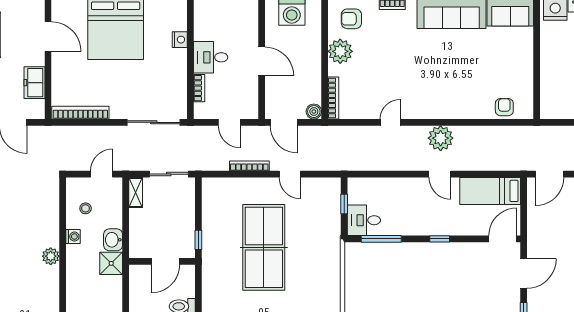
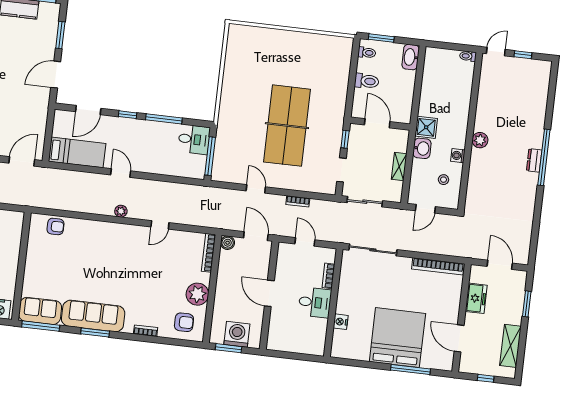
armchair: (504, 107) -> (55, 226), turned -90
plant: (441, 138) -> (121, 211), width x0.53, depth x0.53
bookcase: (249, 166) -> (298, 201), width x0.64
shelving: (136, 192) -> (399, 167), moved
window: (344, 204) -> (210, 156), width x2.17
doorway: (198, 206) -> (341, 170), added
window: (381, 239) -> (164, 119), moved
door: (503, 239) -> (88, 110), moved
door: (165, 261) -> (377, 123), hinge flipped

